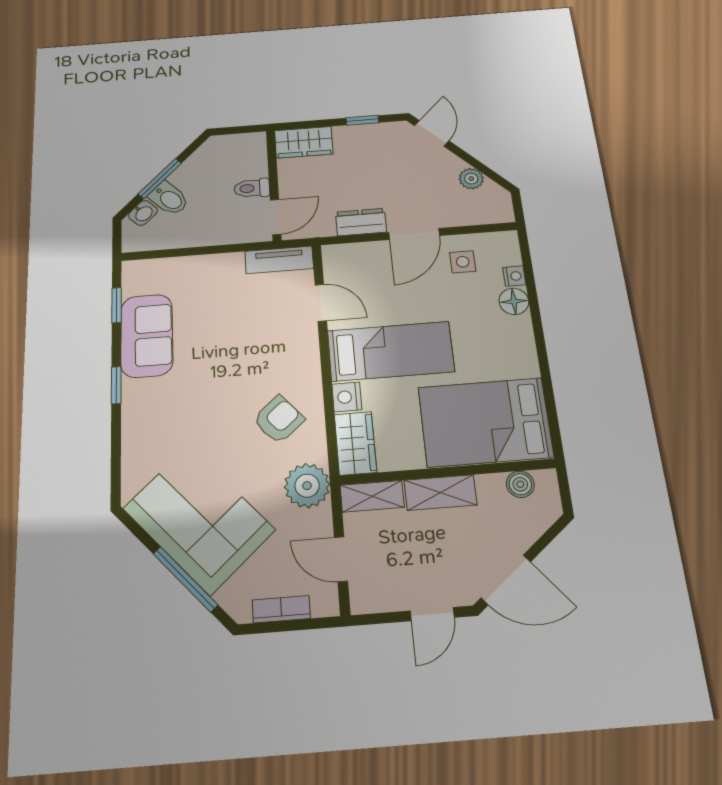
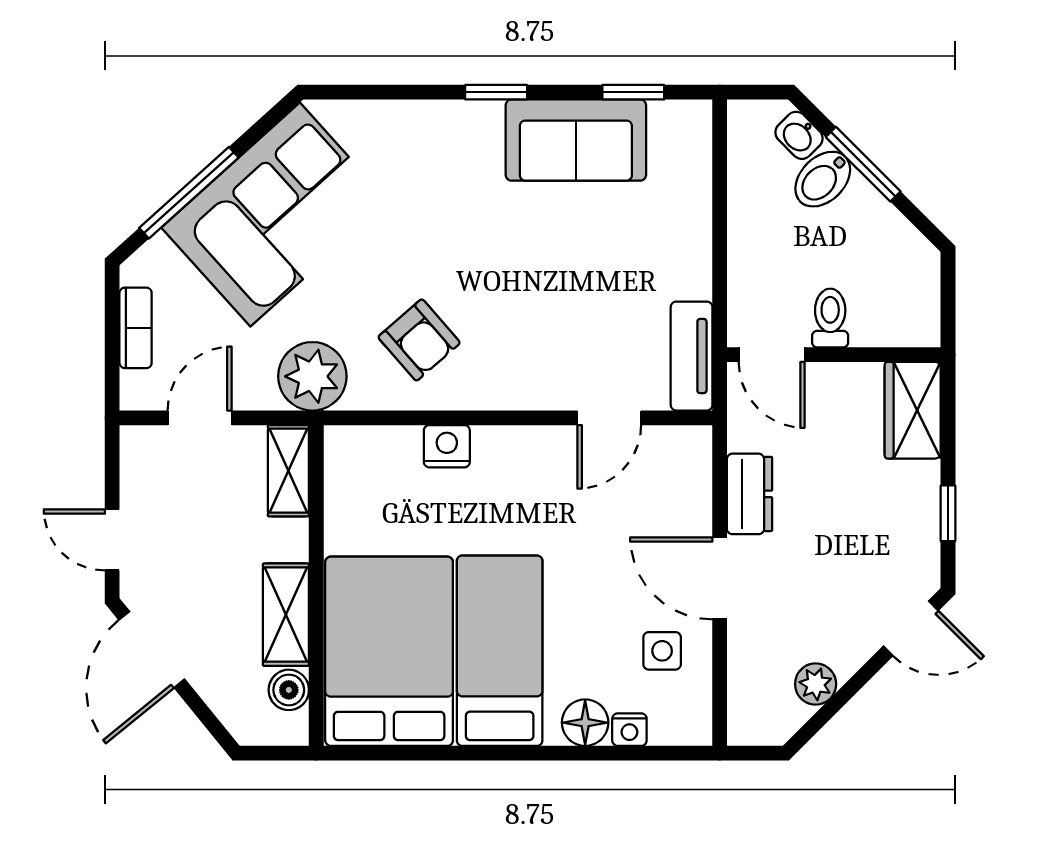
bed: (391, 351) -> (500, 651), moved, turned 180
wardrobe: (355, 443) -> (372, 453), removed
shelving: (440, 493) -> (286, 615), moved

